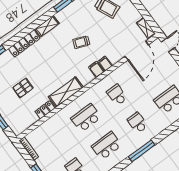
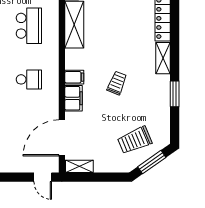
door: (137, 51) -> (62, 138), hinge flipped
filing cabinet: (105, 64) -> (73, 98), width x2.00

